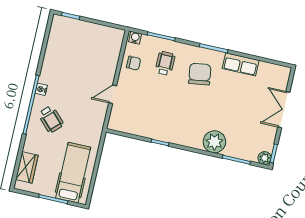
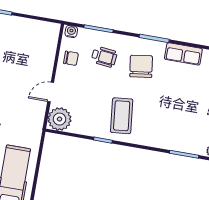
wheelchair: (165, 63) -> (104, 57), turned 96
coffee table: (179, 120) -> (122, 116), added
plant: (214, 142) -> (59, 119), moved

